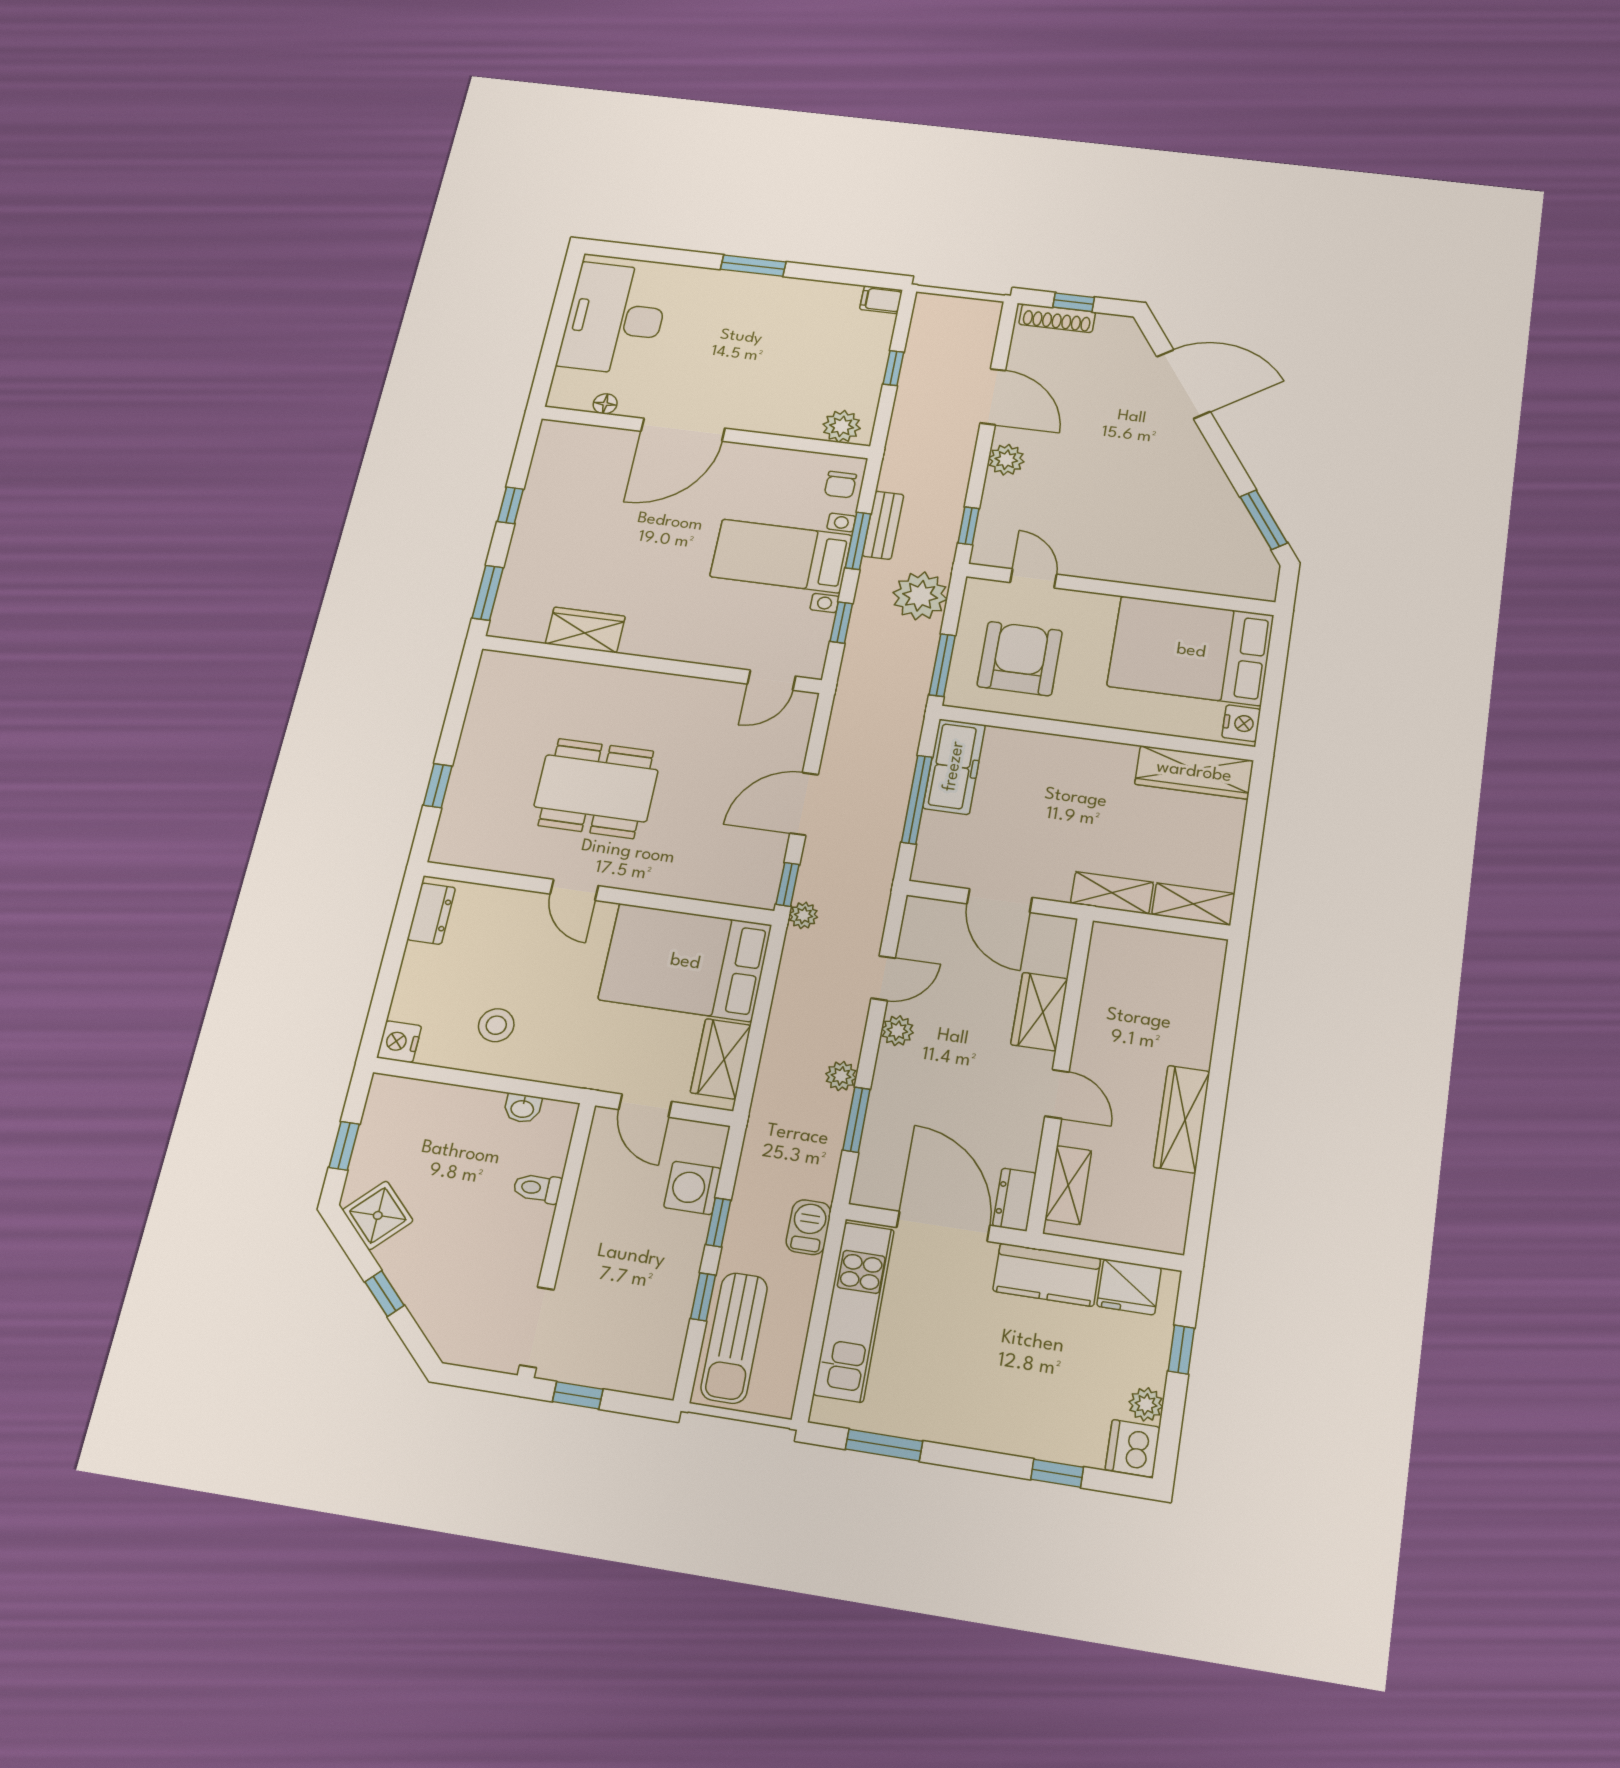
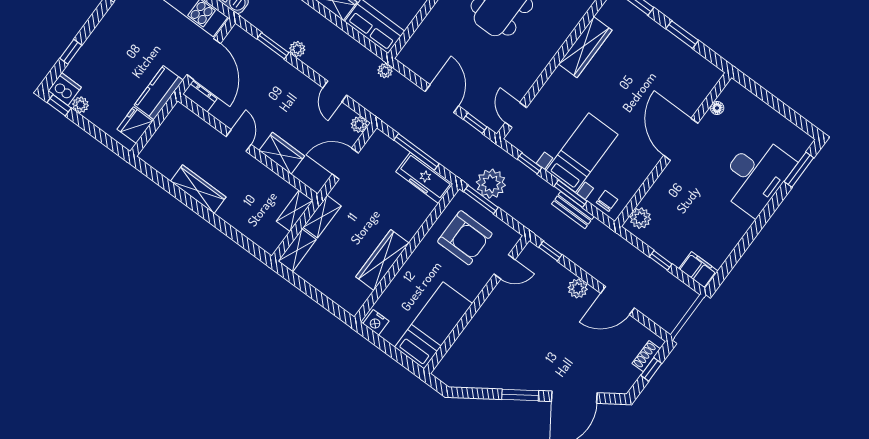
window: (753, 266) -> (799, 170), moved
filing cabinet: (881, 300) -> (698, 270), width x2.00
shoe rack: (1057, 318) -> (646, 356), width x0.70
desk: (615, 319) -> (756, 175), moved, turned 90
chair: (840, 485) -> (607, 201), turned 90
window: (510, 505) -> (682, 35), width x1.50
window: (1264, 520) -> (520, 395), moved
plant: (920, 596) -> (491, 184), moved
wardrobe: (585, 630) -> (585, 47), width x1.50
bed: (1191, 651) -> (434, 325), width x0.67
wardrobe: (1194, 772) -> (382, 260), moved
window: (788, 884) -> (475, 123), moved
plant: (897, 1031) -> (359, 124), moved
door: (1057, 1094) -> (239, 141), swing flipped
shelving: (1068, 1185) -> (295, 211), moved, turned 90
door: (943, 1226) -> (204, 59), hinge flipped
window: (1181, 1350) -> (59, 105), moved

